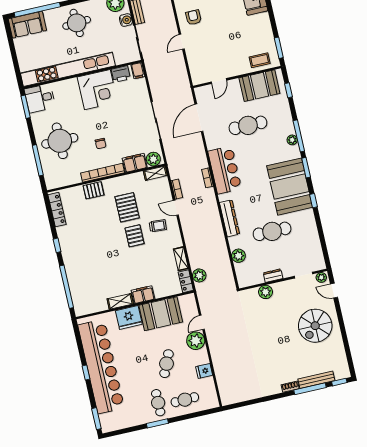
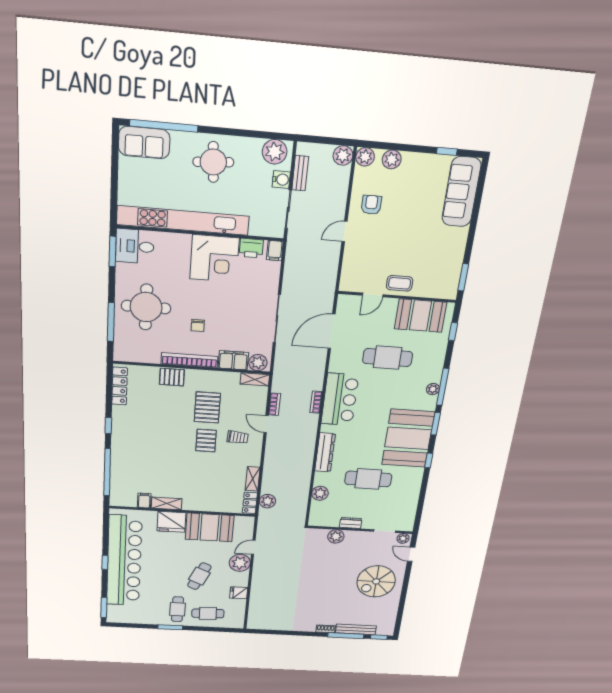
coffee table: (260, 60) -> (400, 283), moved
filing cabinet: (143, 295) -> (144, 501), moved, width x0.50

